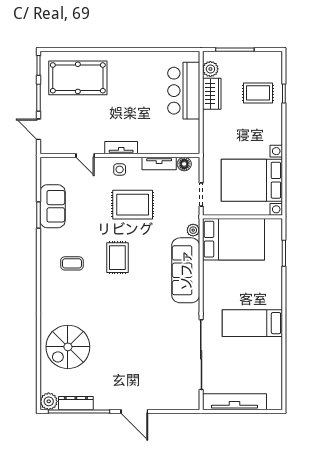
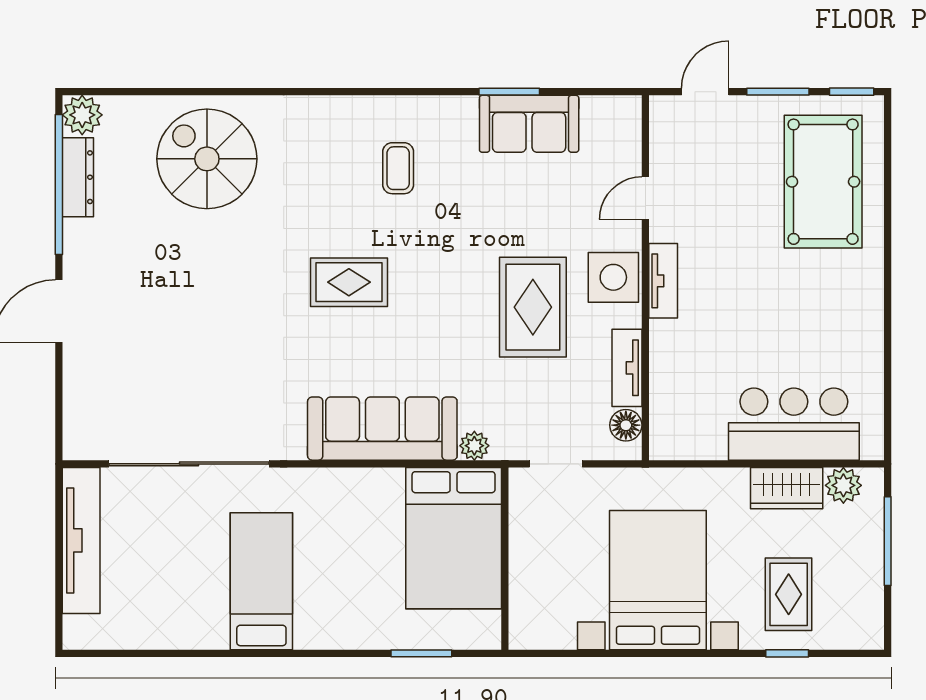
side table: (120, 169) -> (613, 277), width x1.87, depth x1.87
bed with nightstands: (252, 180) -> (658, 580), moved
rug: (117, 258) -> (349, 282), moved

